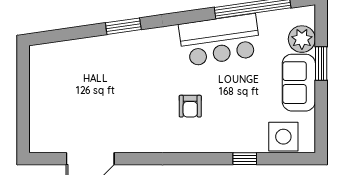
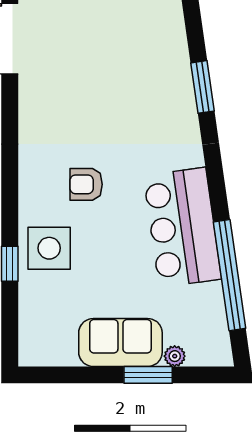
plant: (302, 39) -> (175, 356), width x0.53, depth x0.53
side table: (283, 137) -> (49, 248), moved

